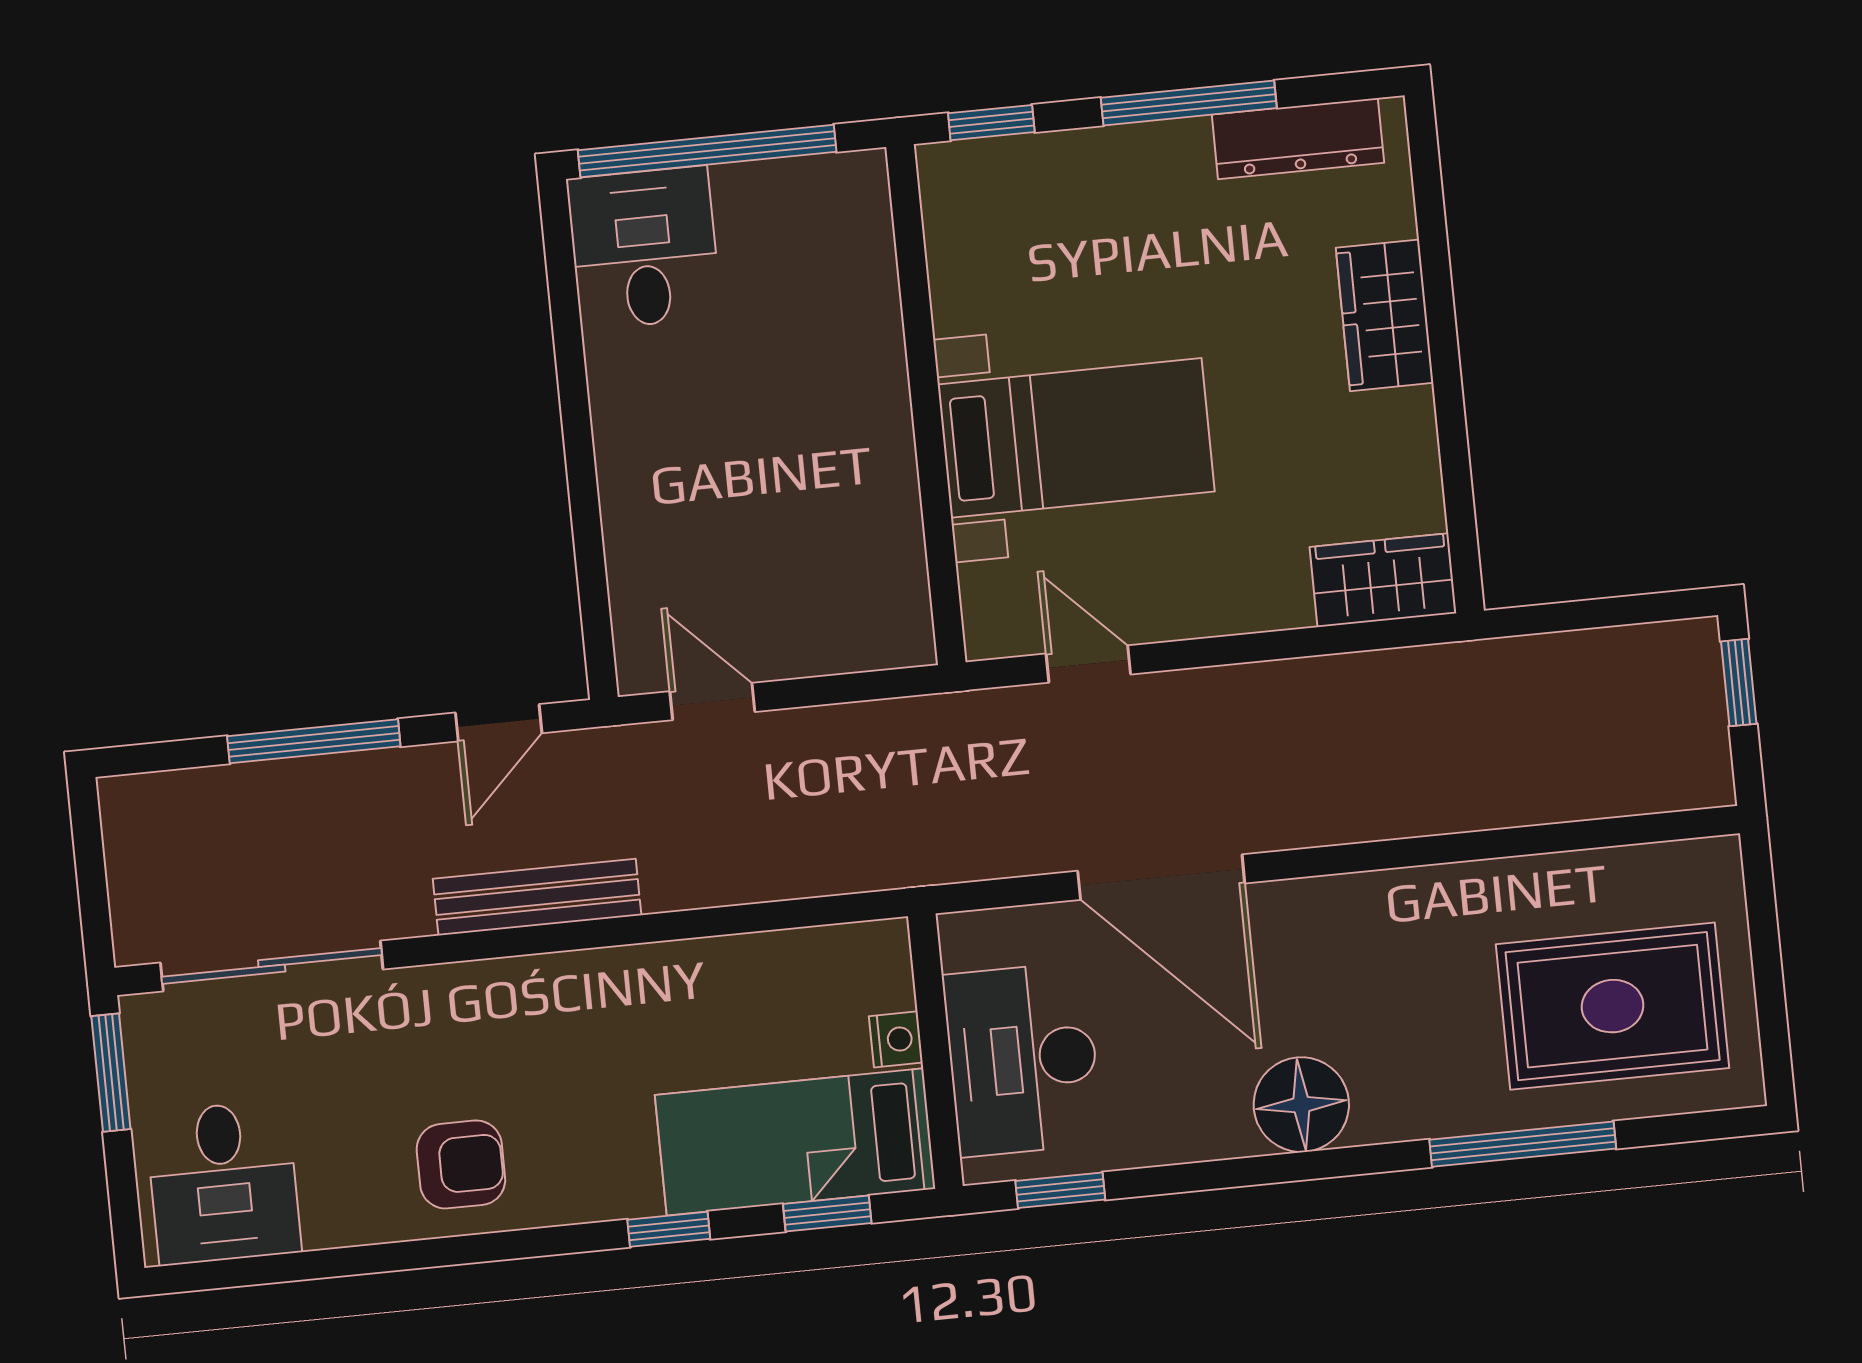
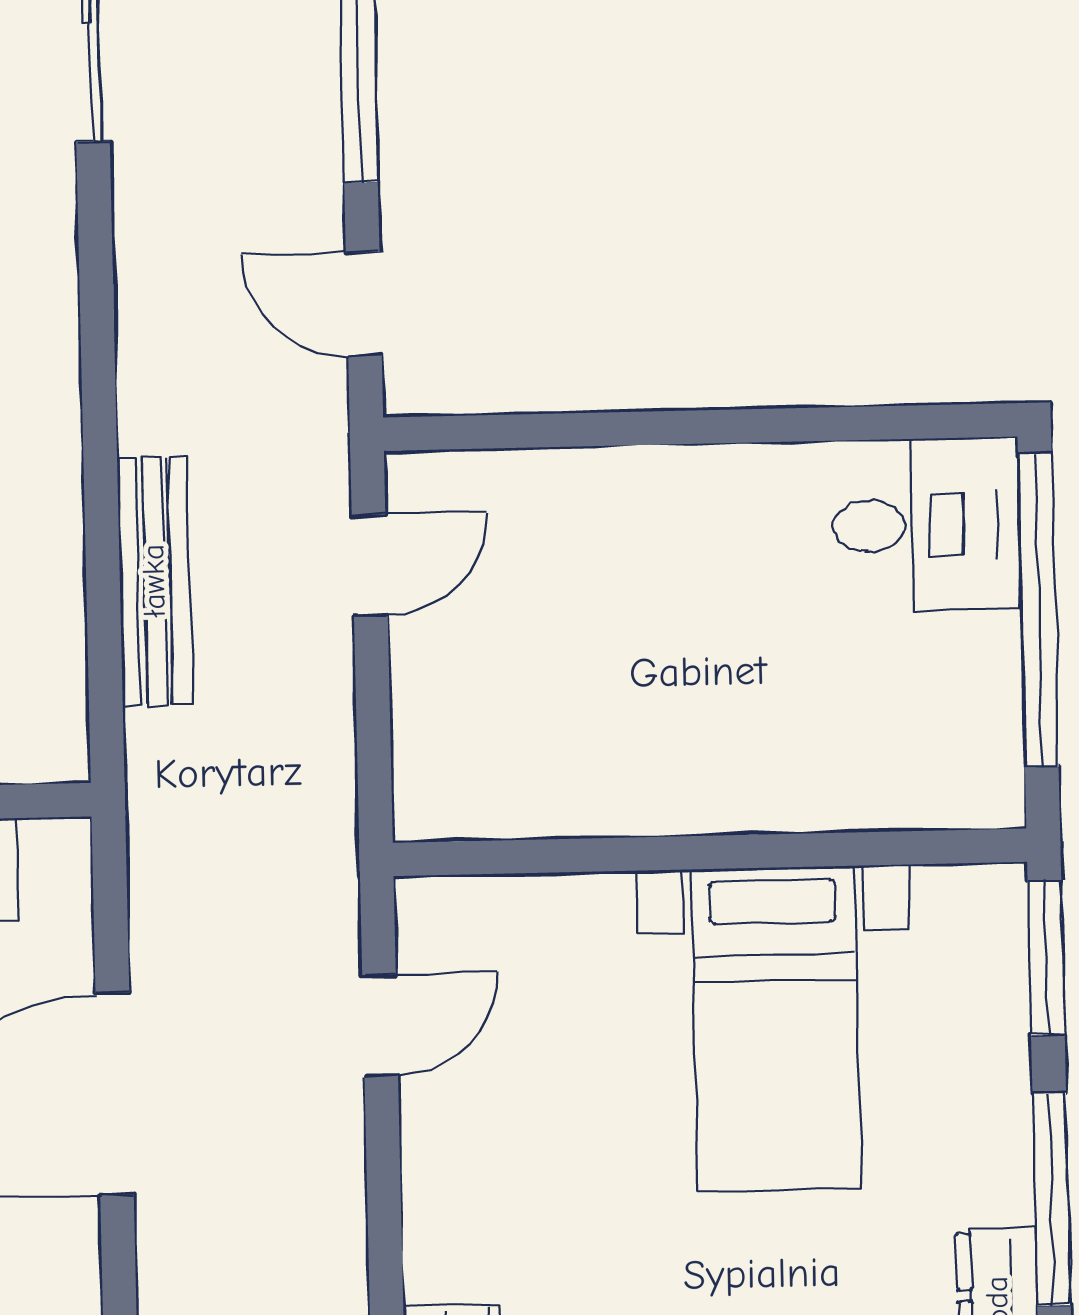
window: (991, 123) -> (1046, 958), width x1.50
bed with nightstands: (1076, 438) -> (776, 1029), moved
bench: (537, 897) -> (154, 581), moved

